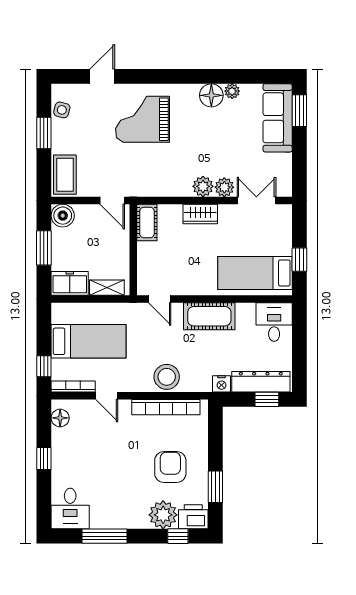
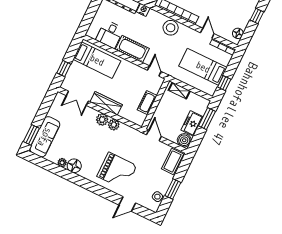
plant: (224, 187) -> (114, 125), moved
wardrobe: (200, 214) -> (106, 103), width x1.50
cot: (147, 222) -> (147, 103), moved
window: (44, 248) -> (207, 119), moved
window: (299, 260) -> (64, 68), moved
freezer: (70, 283) -> (192, 123), moved, turned 90
desk: (274, 322) -> (110, 34), moved
window: (44, 366) -> (224, 83), moved

